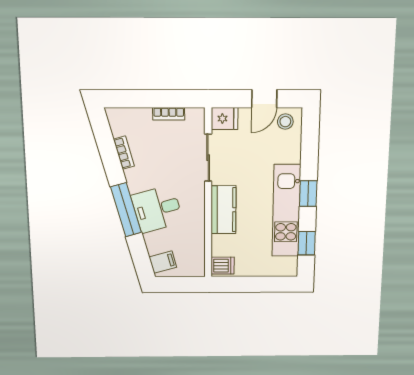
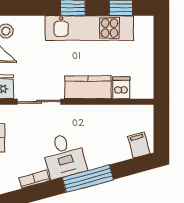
desk: (157, 209) -> (64, 156), moved
dishwasher: (223, 266) -> (121, 88), moved

